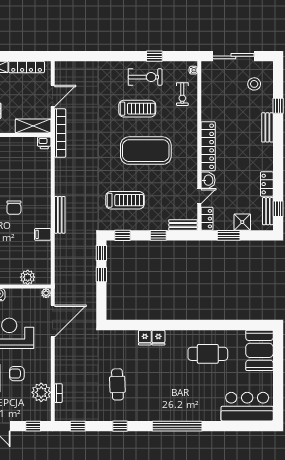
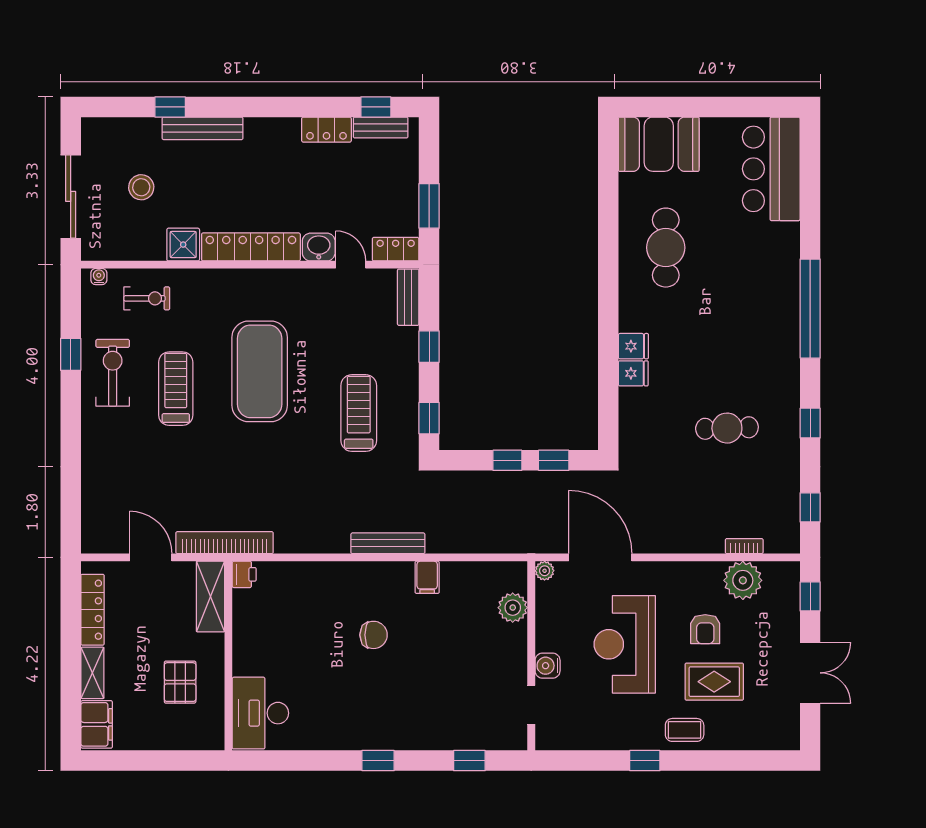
stool: (254, 84) -> (141, 187), moved
bench: (267, 127) -> (203, 128), width x1.36
shower: (242, 222) -> (183, 245), moved
window: (101, 253) -> (554, 460), moved

